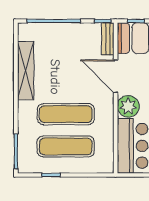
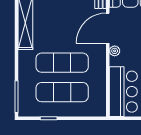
door: (116, 76) -> (108, 28), hinge flipped
plant: (128, 106) -> (115, 51), width x0.53, depth x0.53

